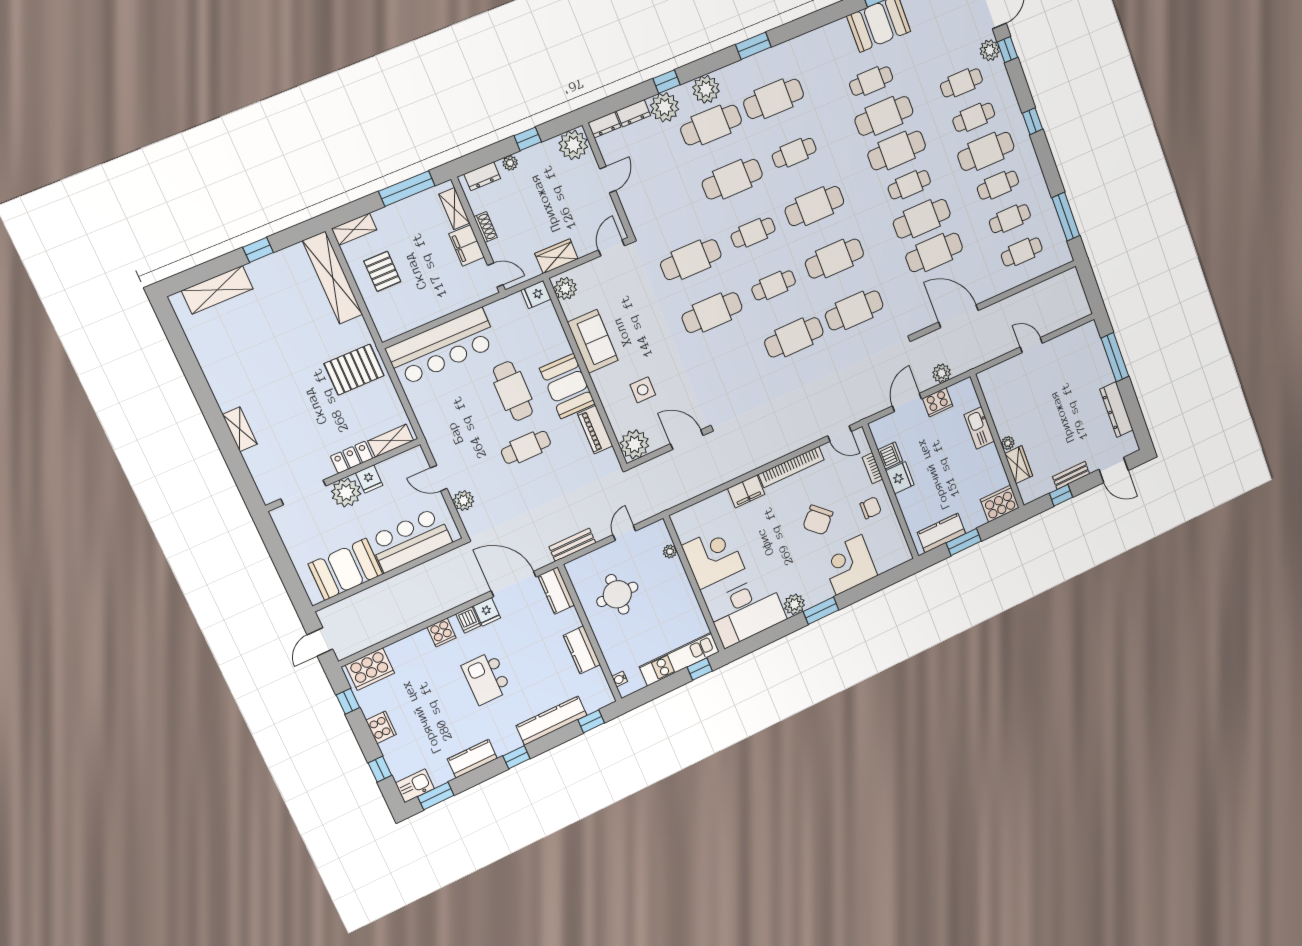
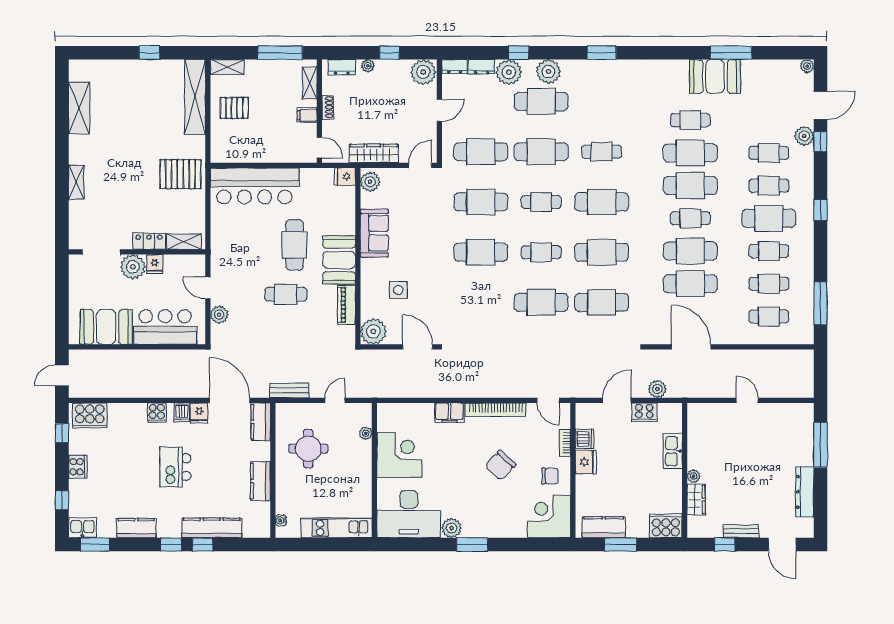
cafe table: (774, 99) -> (481, 152), moved
filing cabinet: (467, 245) -> (307, 115), width x0.50
wardrobe: (557, 256) -> (374, 153), width x1.50
pallet: (382, 271) -> (234, 108), turned 90
shelving: (217, 290) -> (79, 108), moved, turned 90
corner desk: (849, 565) -> (549, 516), moved
window: (700, 669) -> (350, 545), removed
window: (591, 721) -> (203, 545), moved

